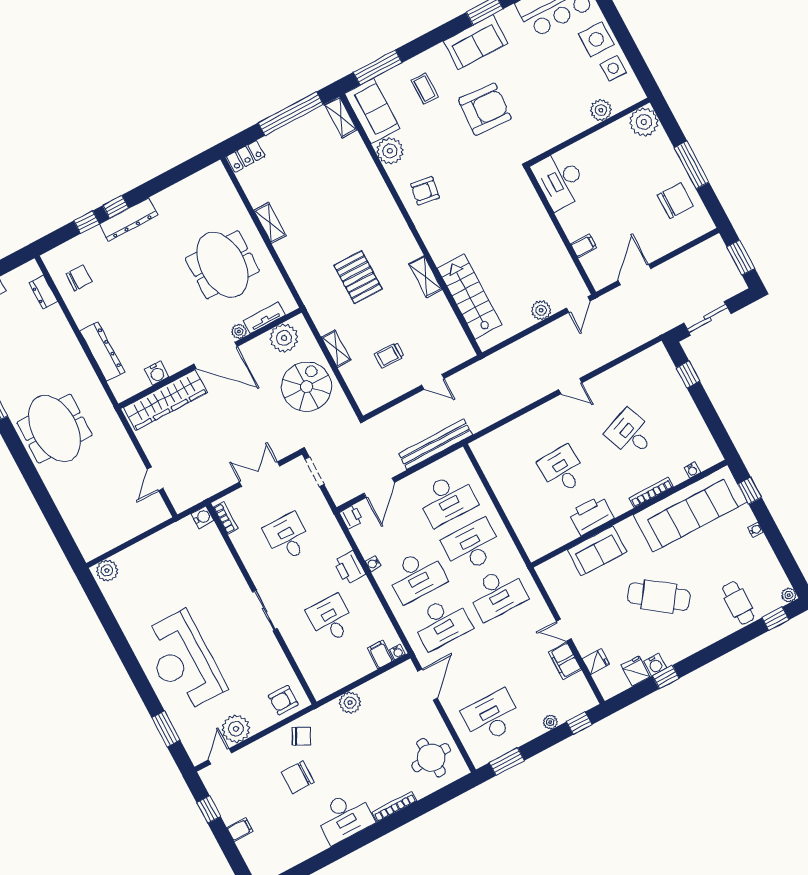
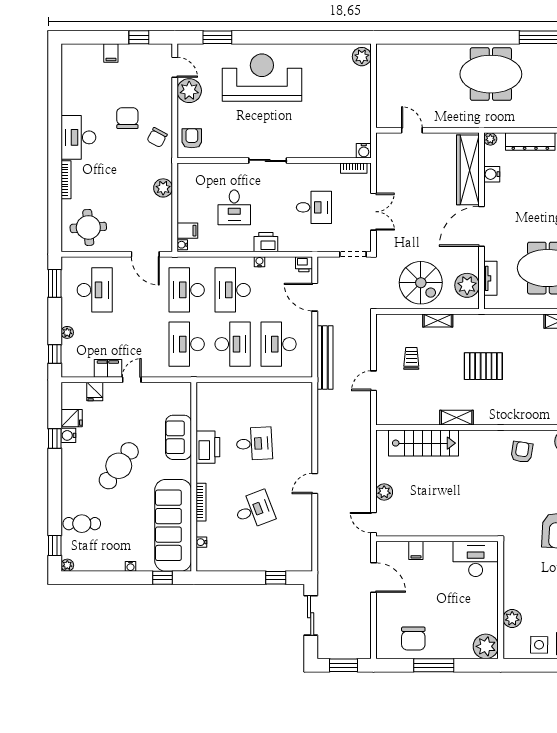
plant: (239, 331) -> (490, 139), moved
desk: (331, 619) -> (234, 207), turned 90

